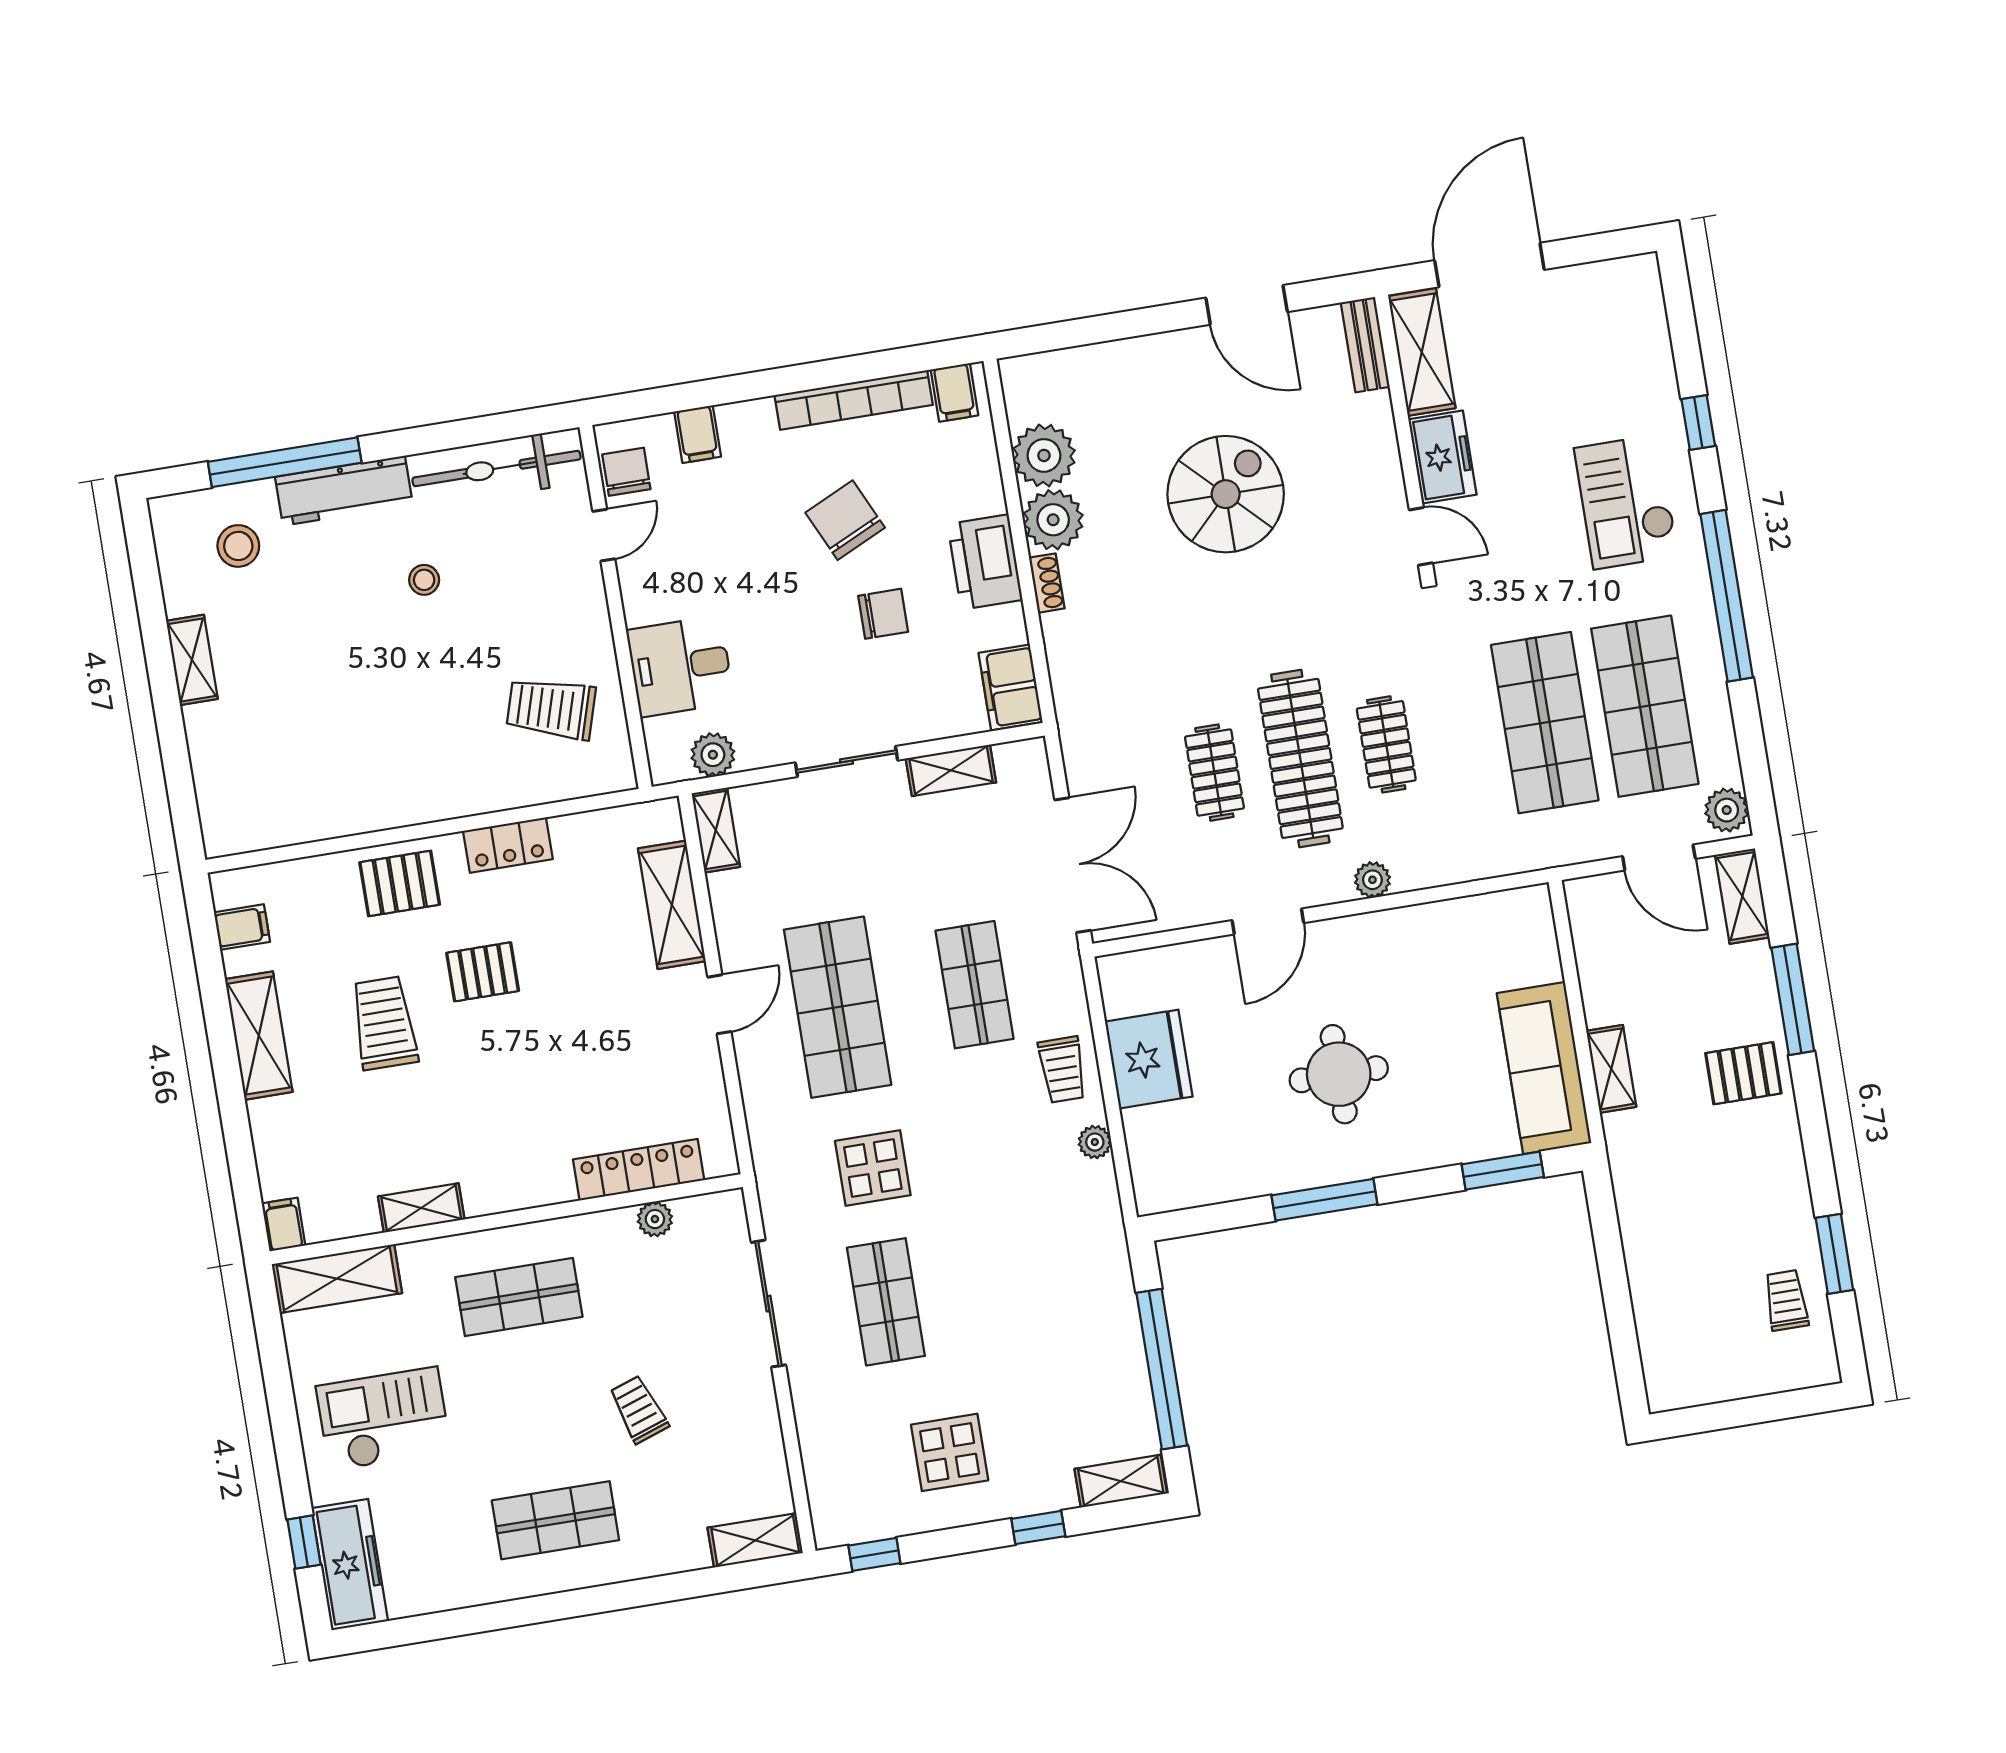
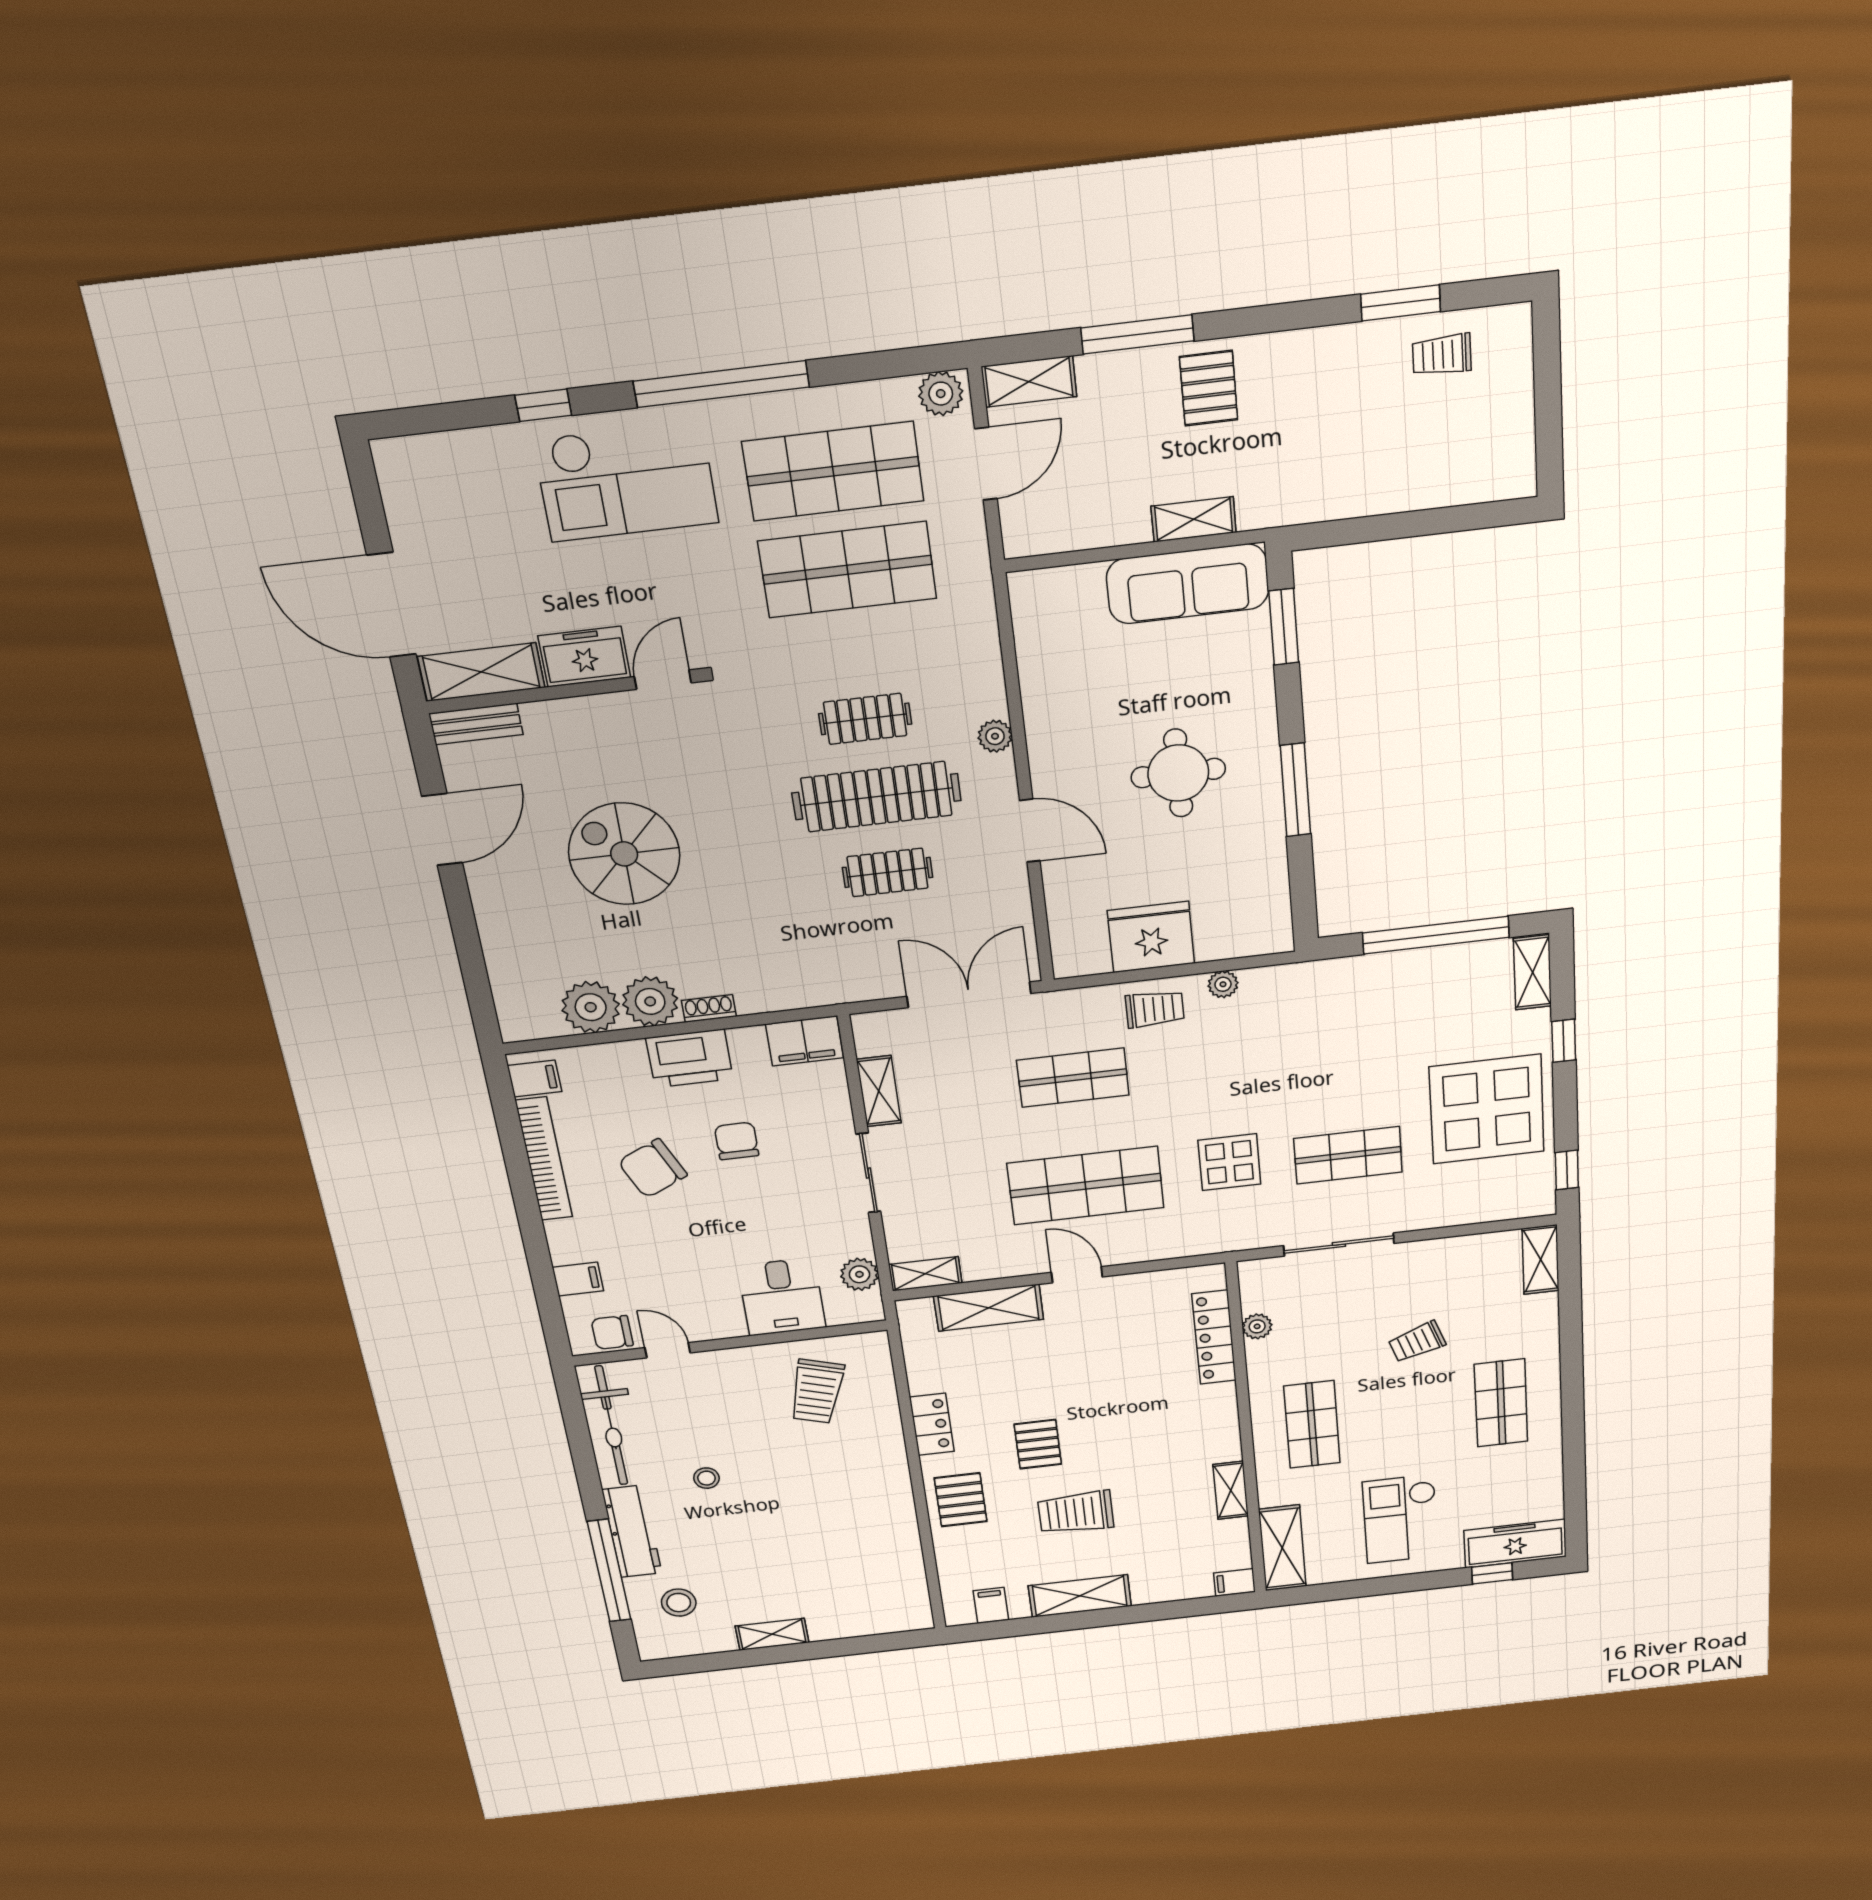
checkout: (1626, 502) -> (626, 481), width x1.36, depth x1.21
display table: (950, 1452) -> (1487, 1109), width x1.86, depth x1.86

